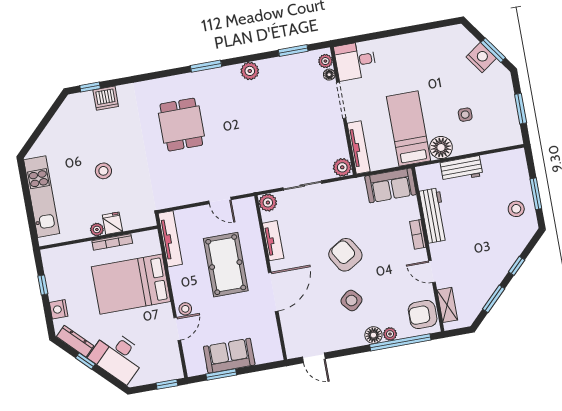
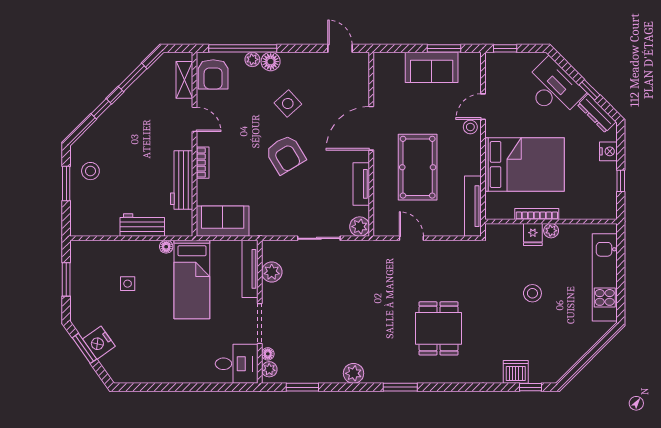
floor lamp: (441, 148) -> (166, 247), width x0.53, depth x0.53
plant: (342, 167) -> (272, 272), moved
armchair: (423, 315) -> (213, 74), turned 90

